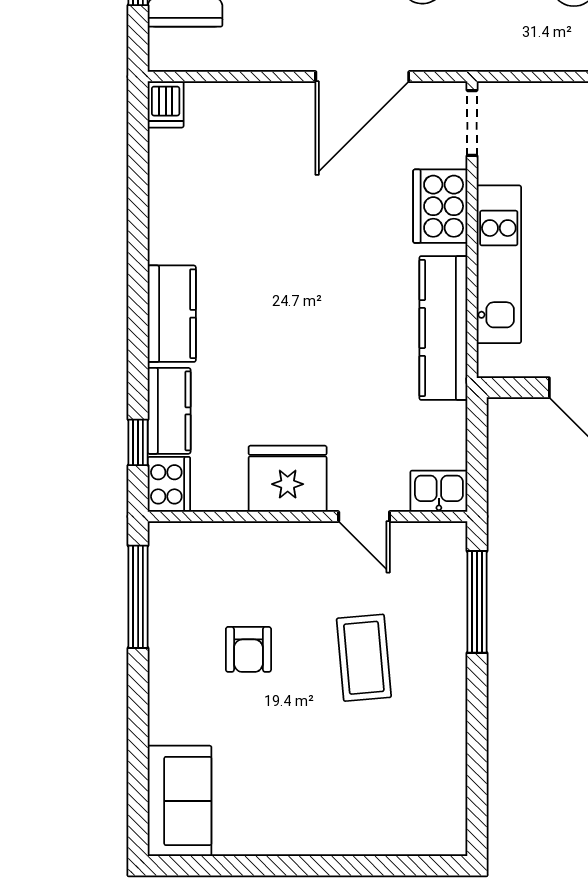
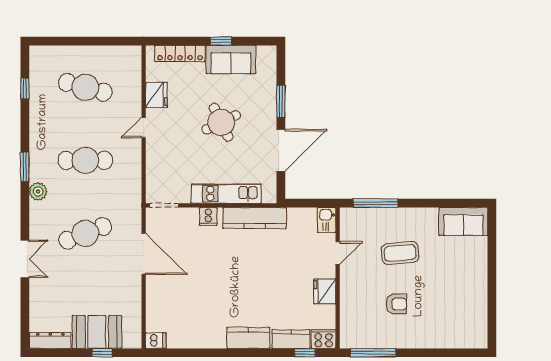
cooker: (440, 206) -> (208, 216), width x0.53, depth x0.76
fridge: (288, 479) -> (325, 291), width x0.73, depth x0.75
sofa: (180, 801) -> (463, 221), moved, turned 180

